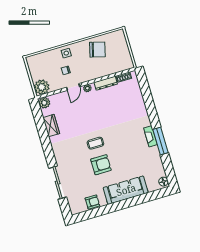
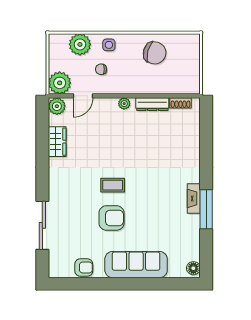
plant: (47, 58) -> (80, 44), added
door: (73, 87) -> (83, 96), moved

